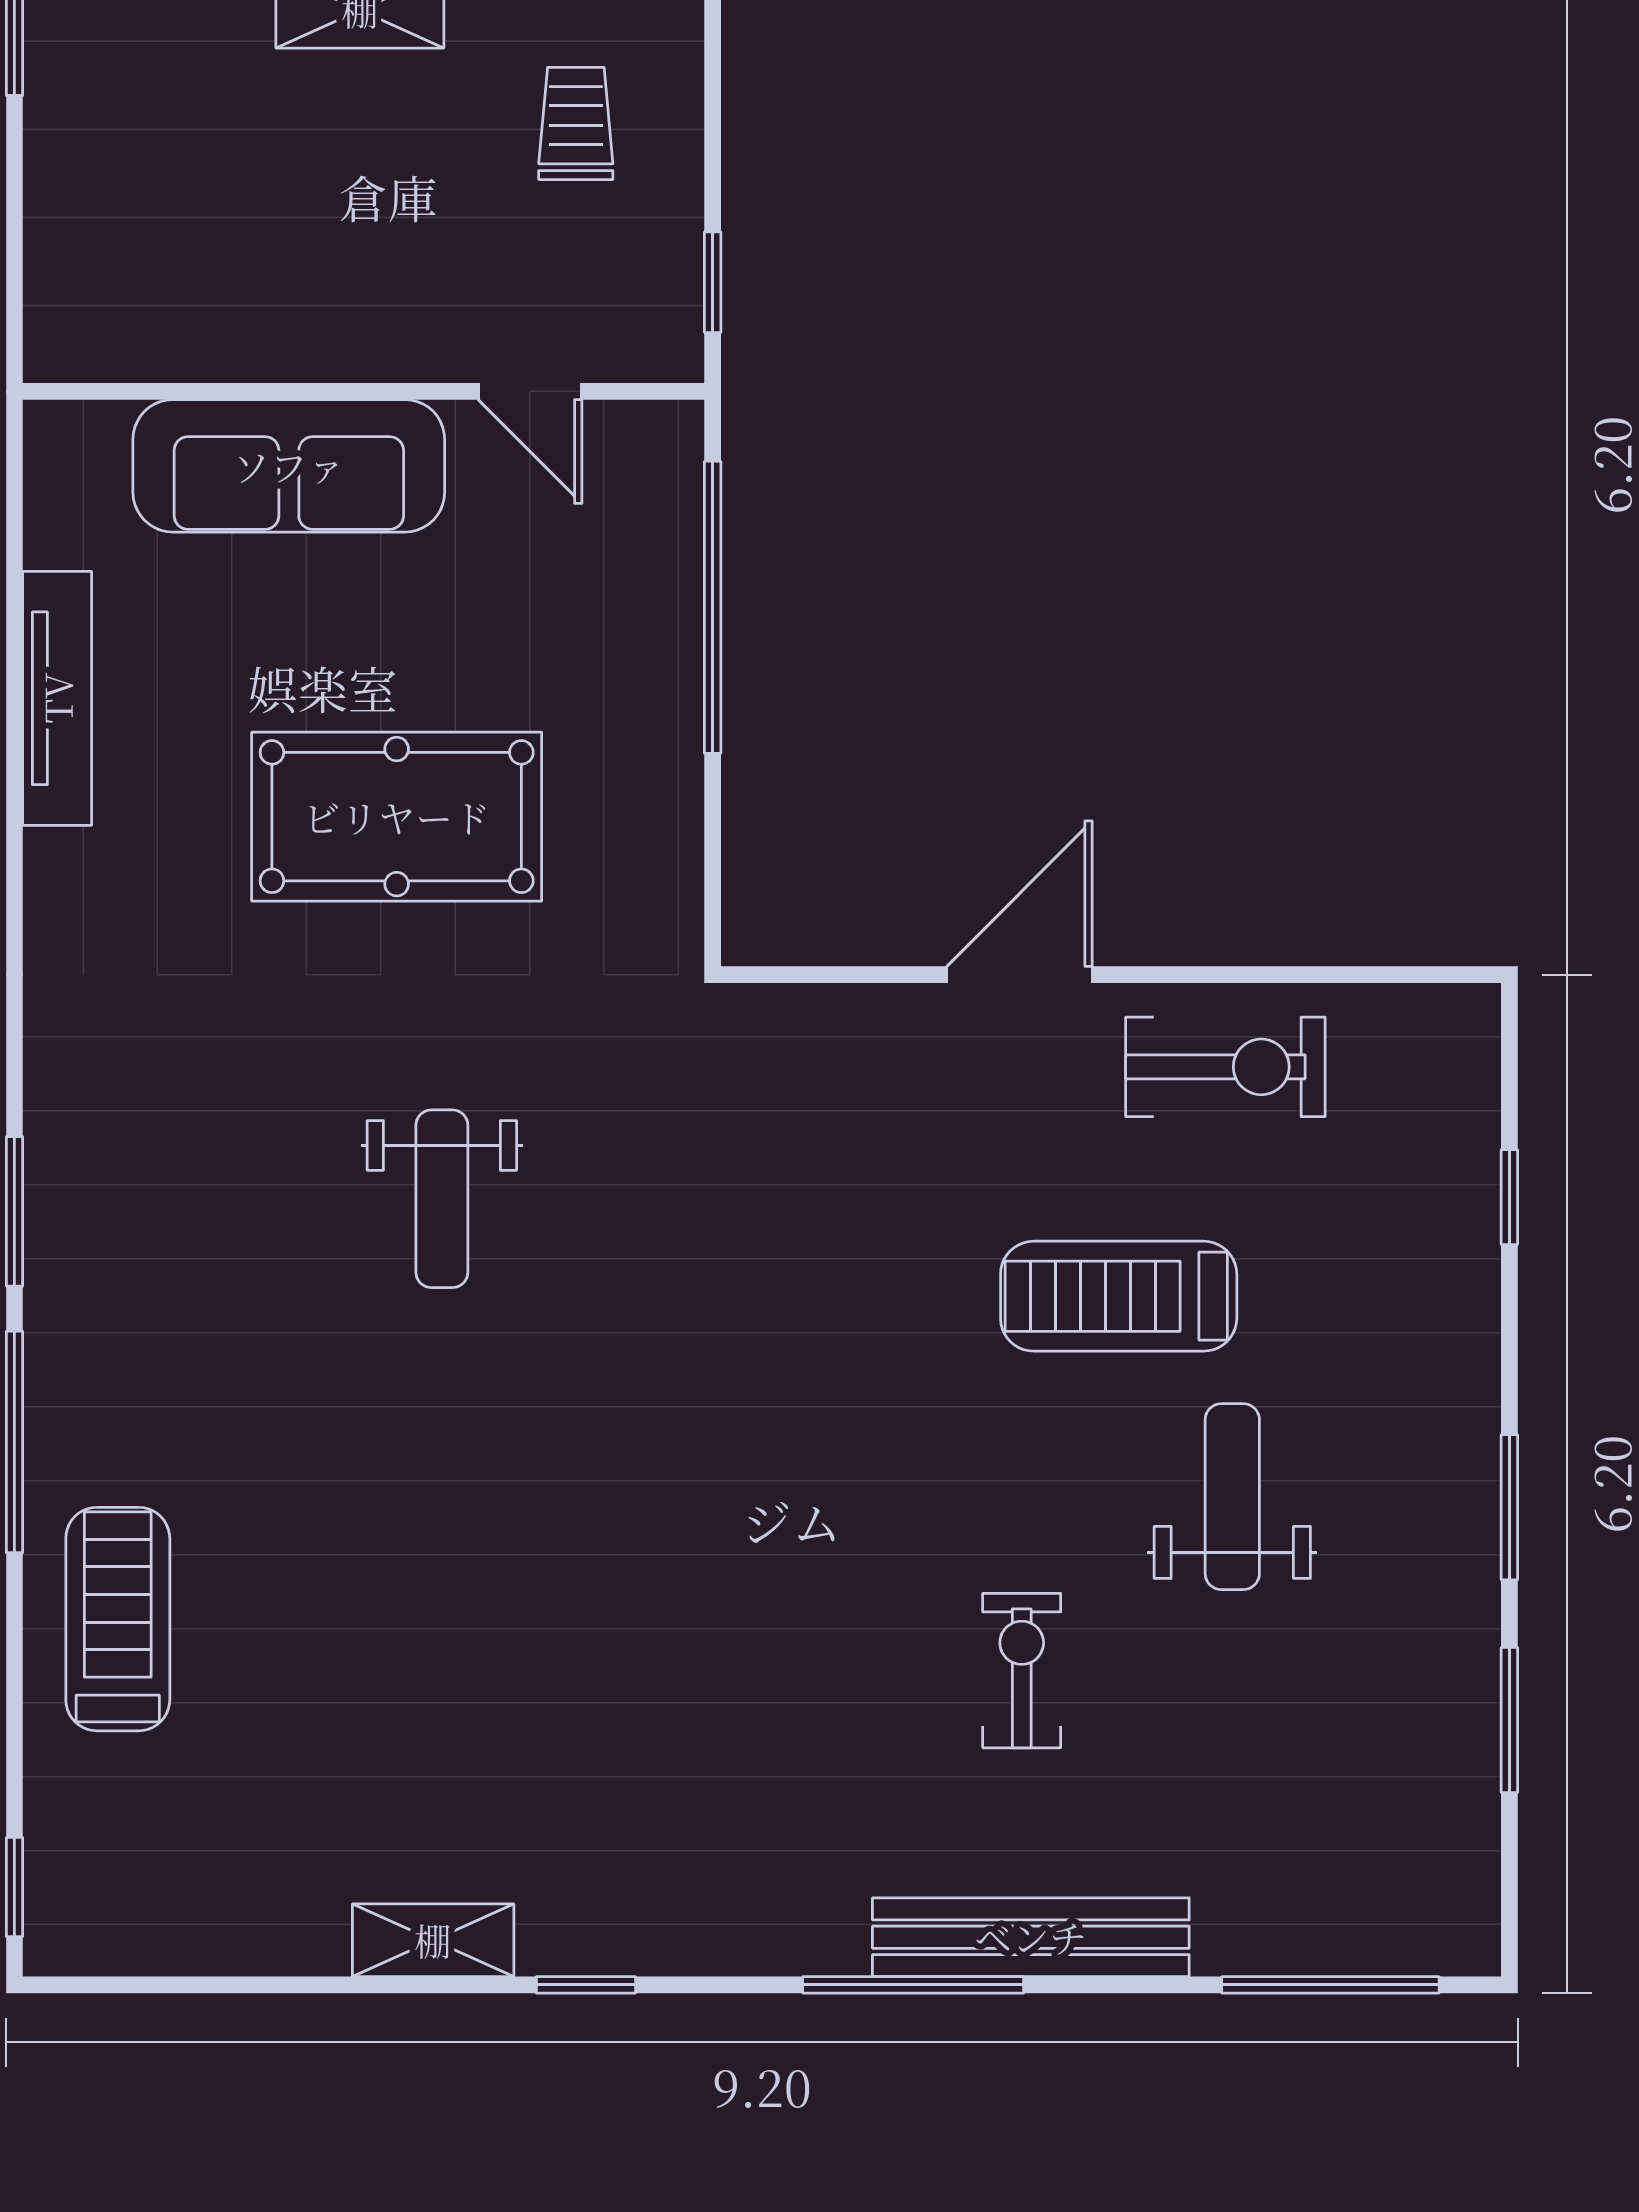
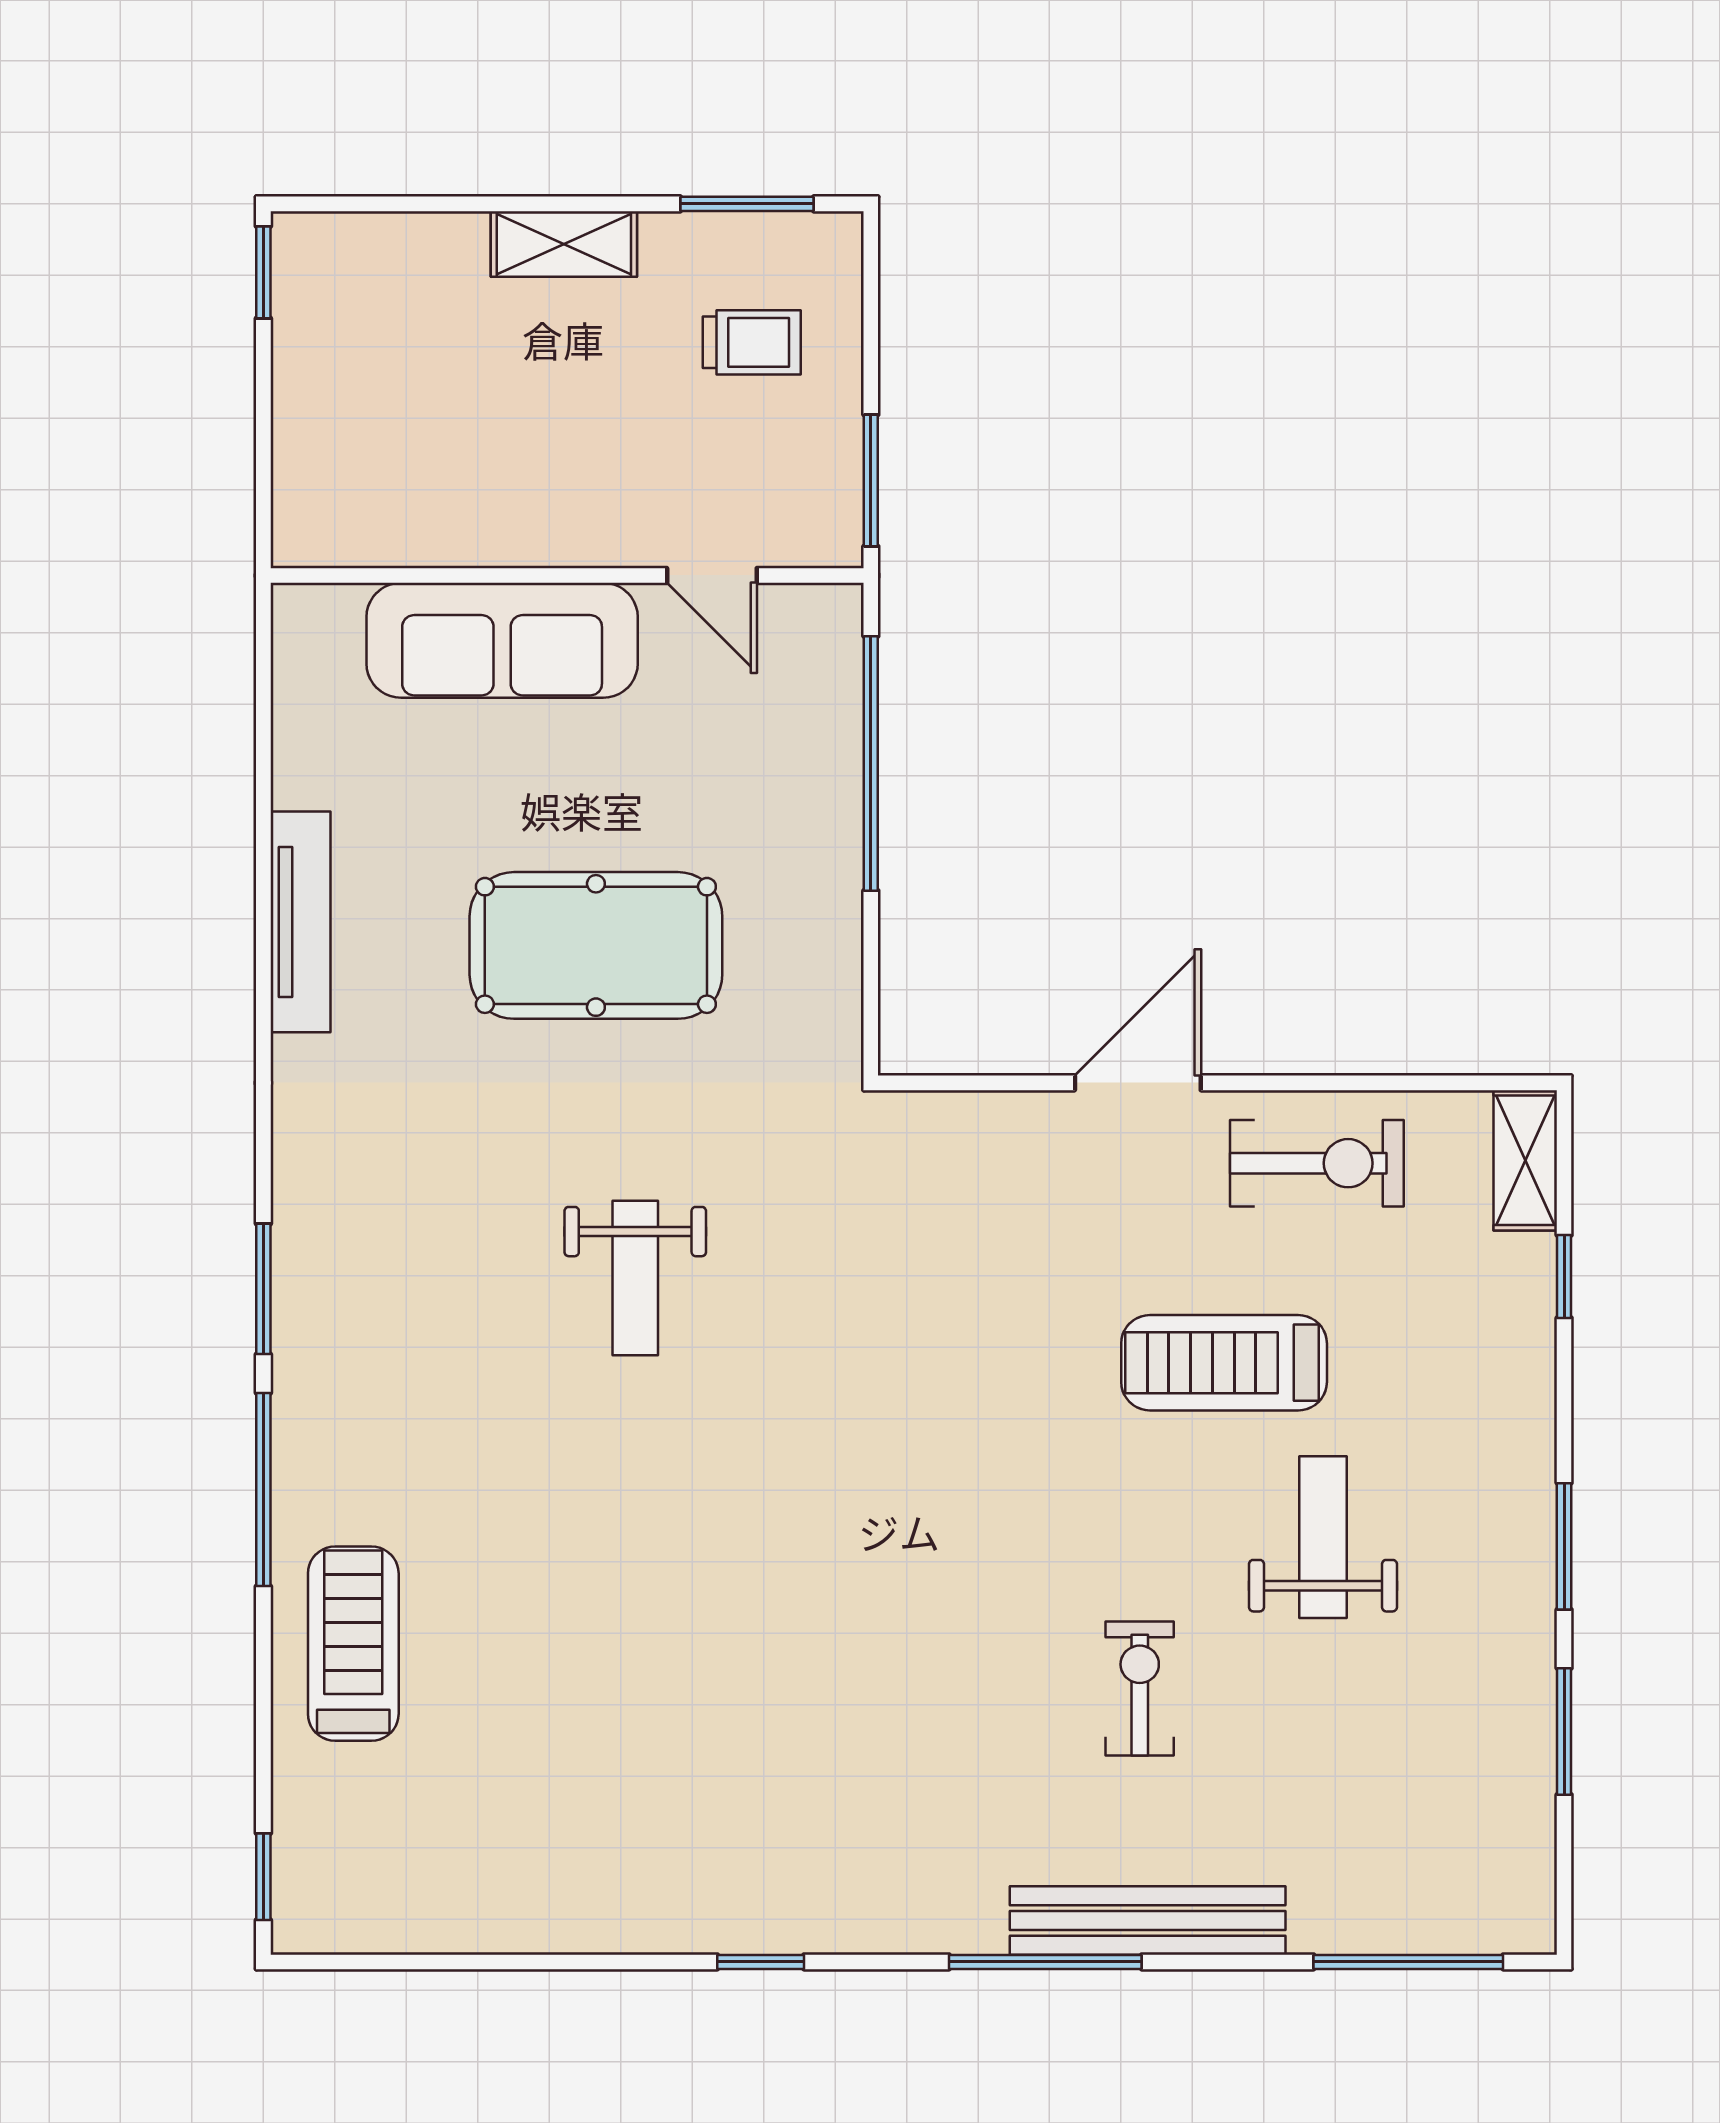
trolley: (576, 123) -> (752, 342), turned 90
window: (713, 282) -> (871, 480), width x1.50
tv unit: (57, 698) -> (300, 922), moved
shelving: (433, 1940) -> (1525, 1160), moved, turned 90

